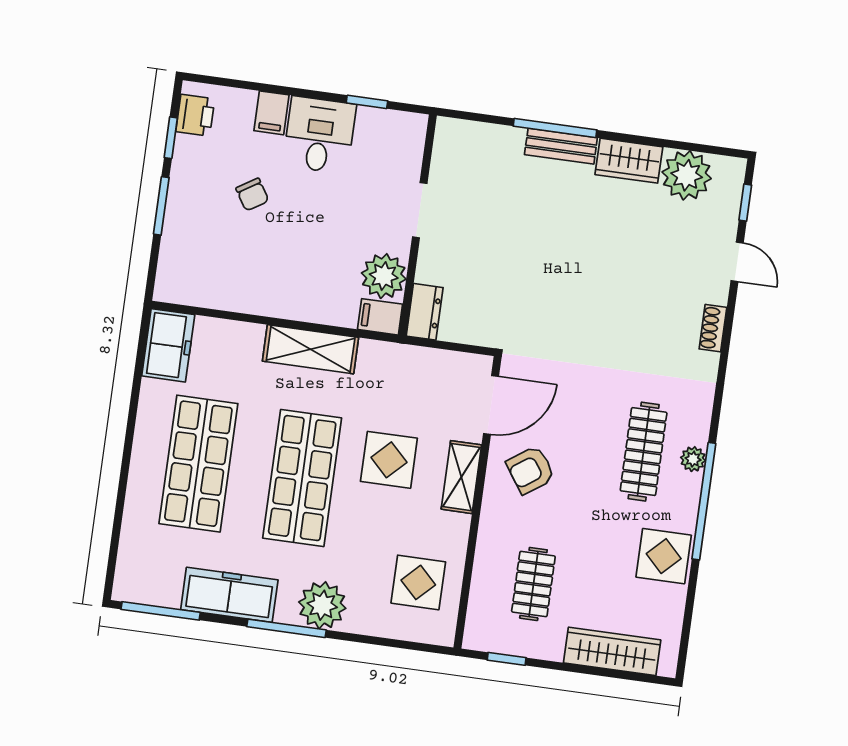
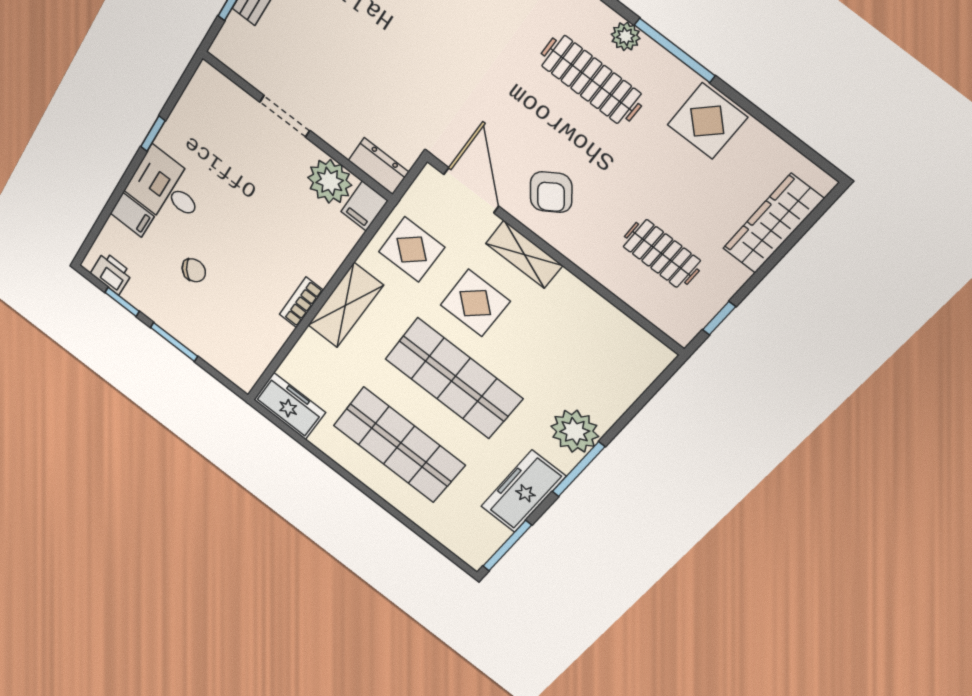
doorway: (420, 210) -> (285, 116), moved
wall: (418, 225) -> (297, 126), moved
plant: (384, 276) -> (330, 181), moved
bookcase: (287, 308) -> (301, 302), added
dresser: (425, 312) -> (378, 166), moved
filing cabinet: (380, 317) -> (364, 206), moved
window: (704, 501) -> (675, 50), width x0.68
display table: (418, 582) -> (412, 249), moved

